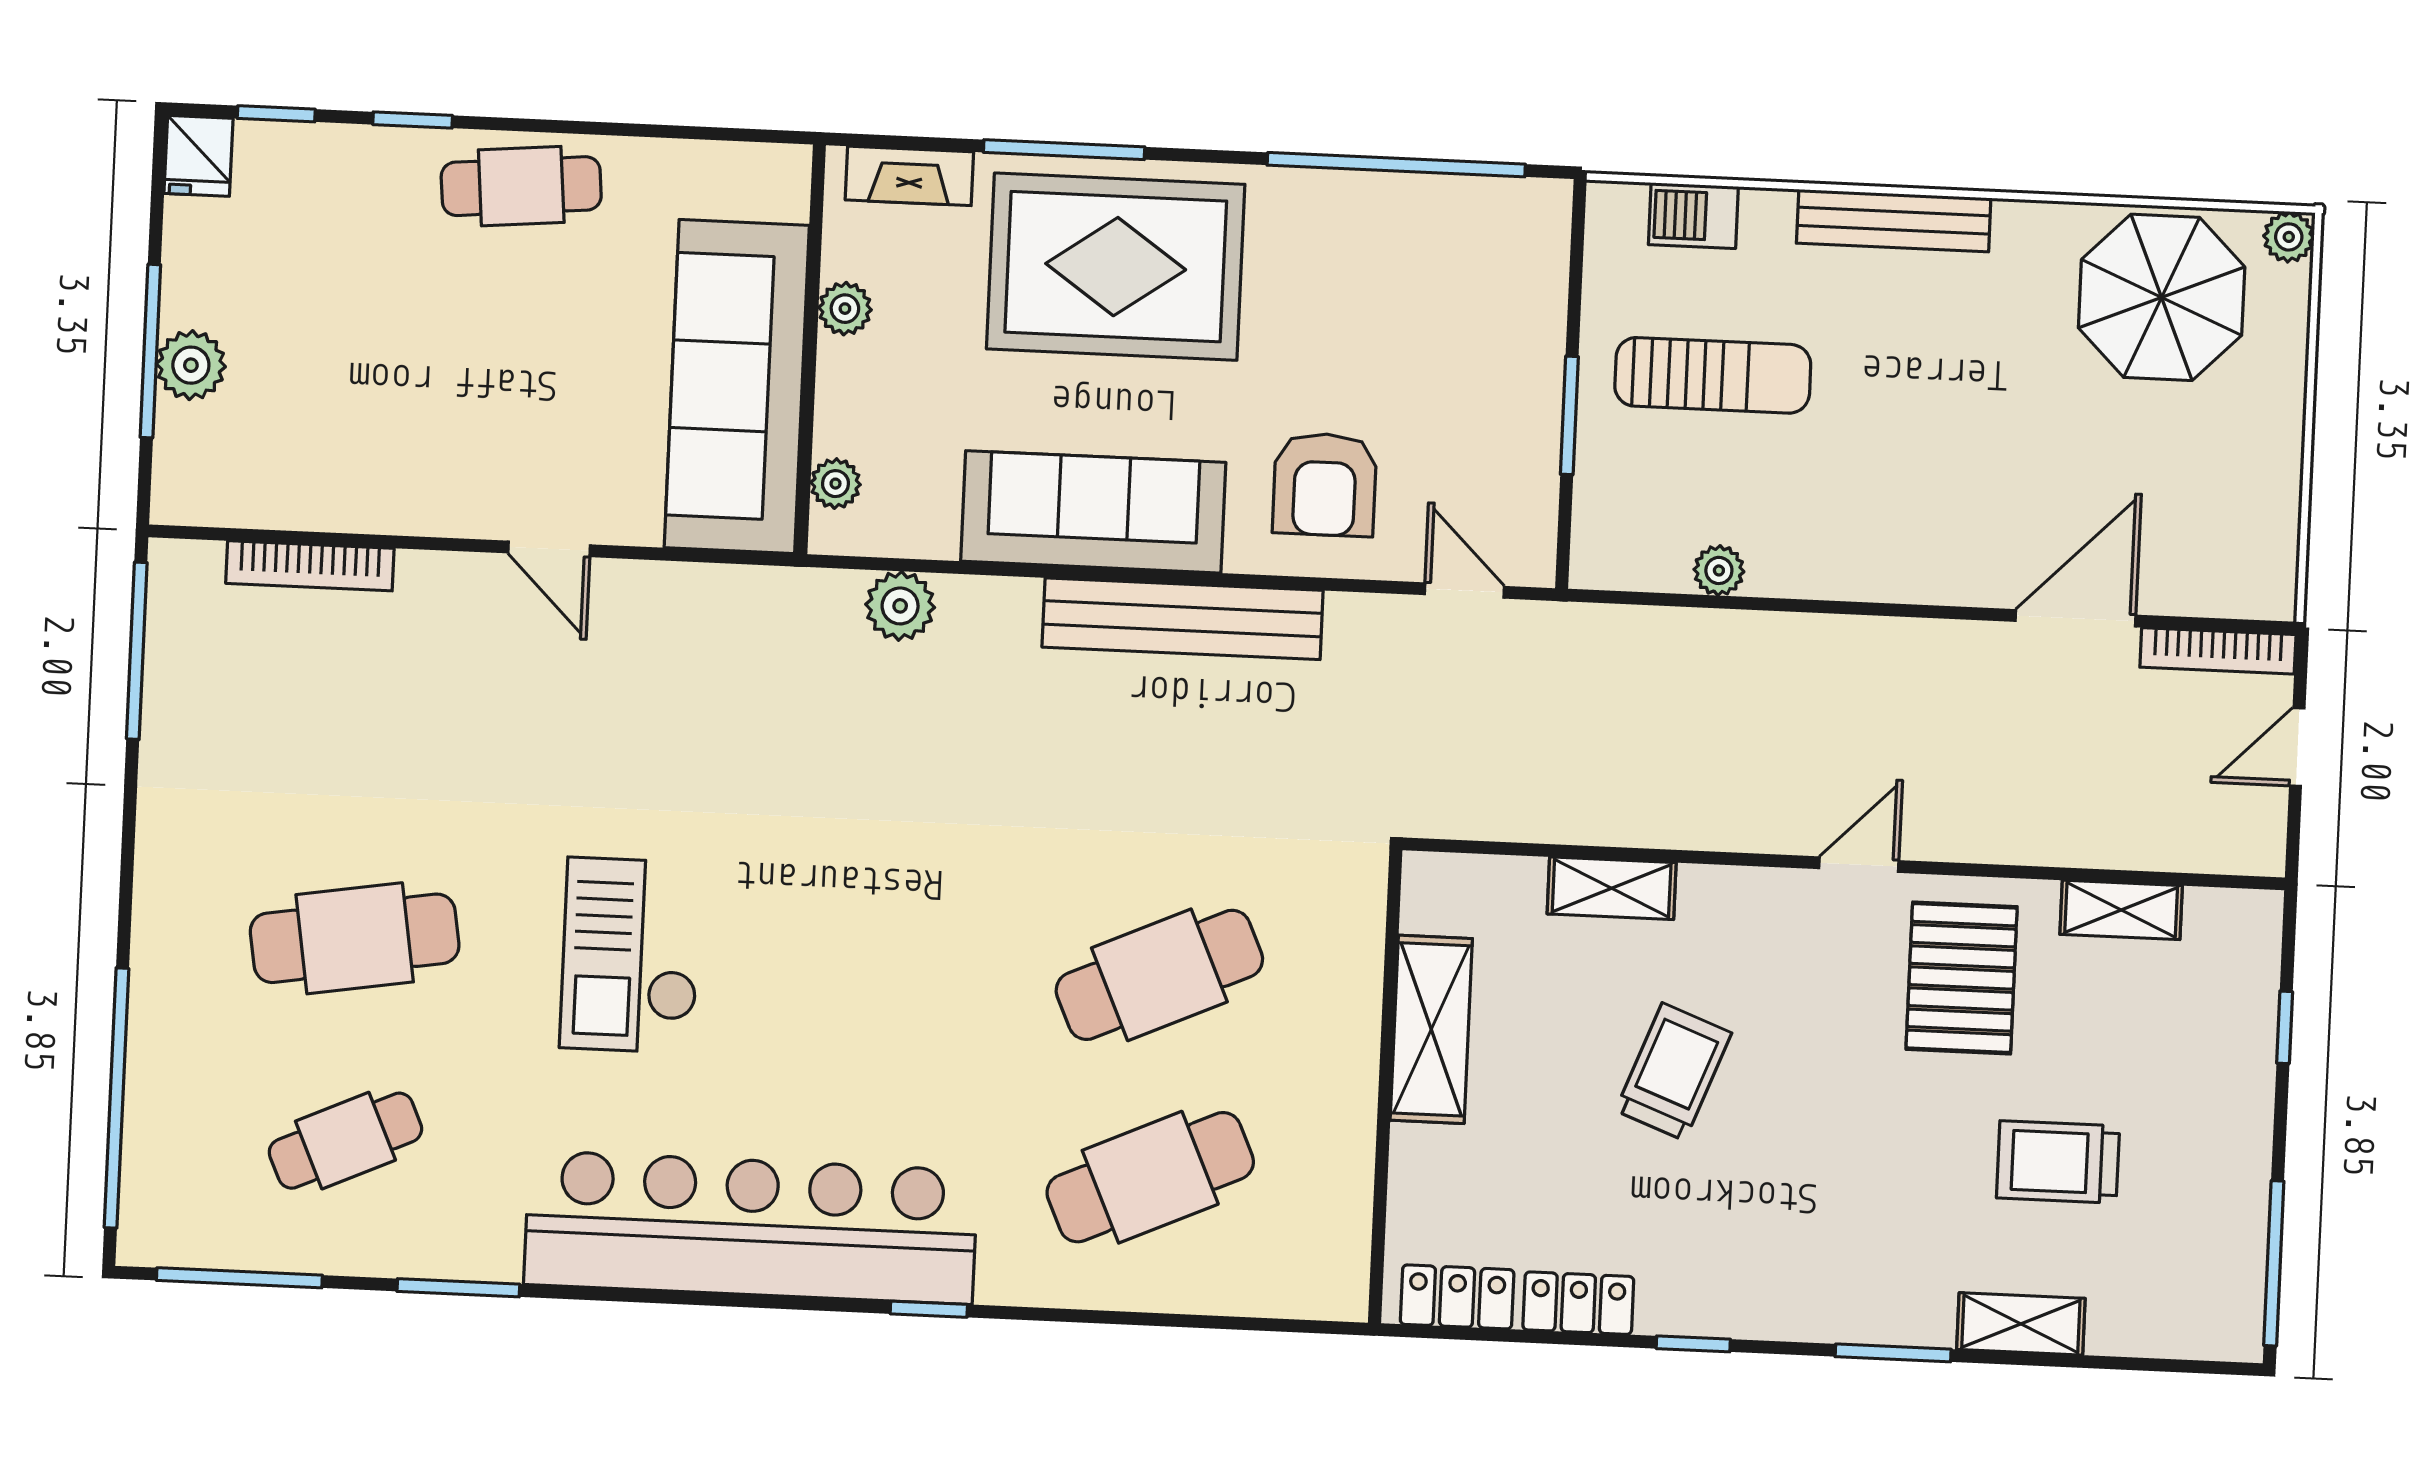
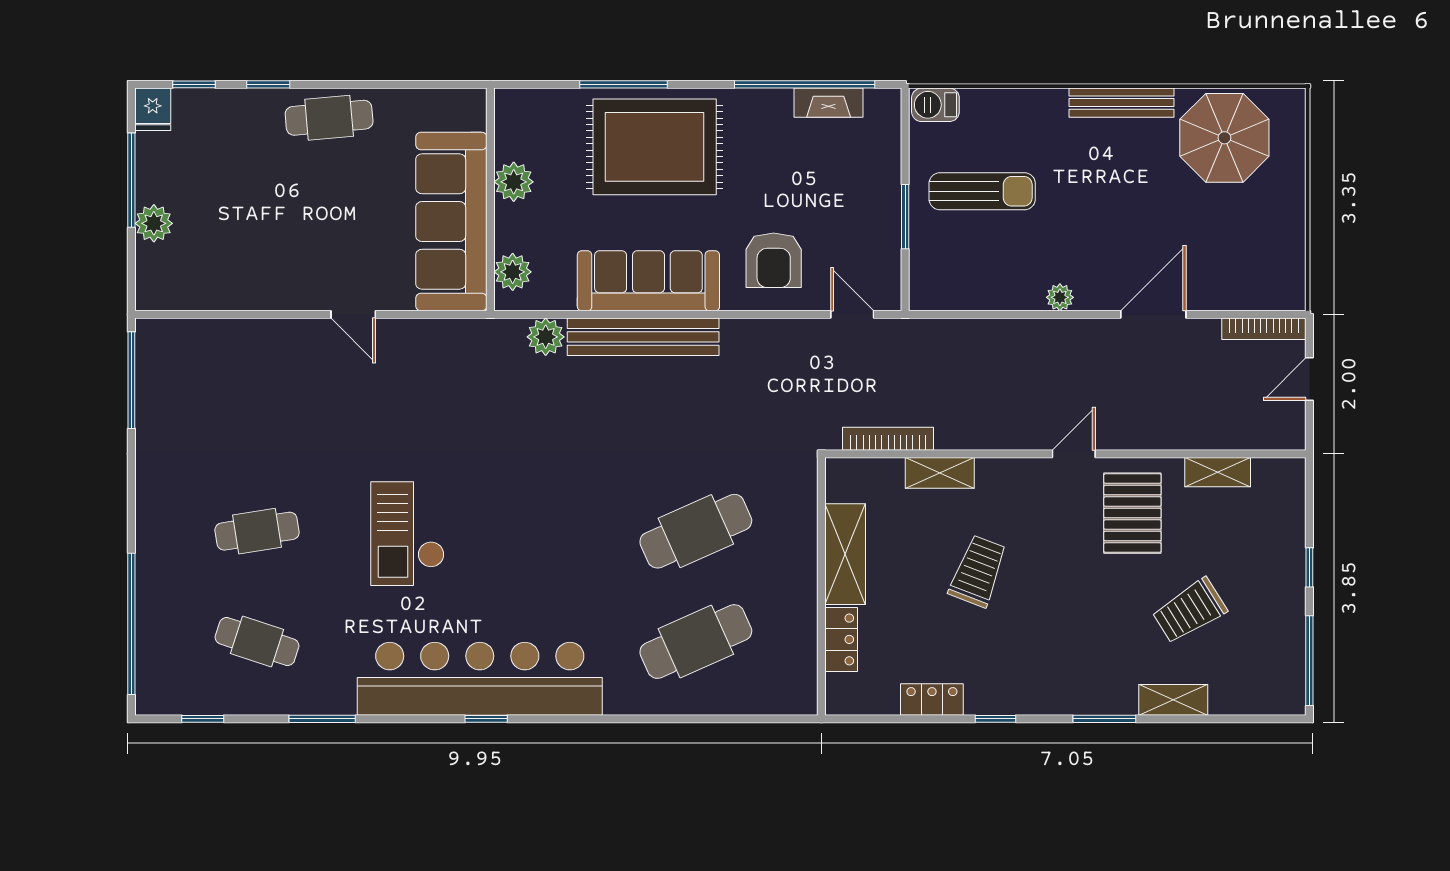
fireplace: (909, 176) -> (829, 103), moved
barbecue: (1693, 216) -> (935, 105), moved
bench: (1894, 221) -> (1122, 103), moved
plant: (2289, 237) -> (1292, 102), removed
plant: (845, 309) -> (514, 182), width x1.38, depth x1.38
window: (150, 351) -> (131, 180), moved
plant: (836, 484) -> (513, 272), width x1.38, depth x1.38
bookcase: (310, 566) -> (888, 439), moved, turned 180
plant: (1719, 570) -> (1060, 297), moved
door: (2075, 618) -> (1153, 314), moved
bench: (1183, 619) -> (643, 337), moved
cafe table: (355, 938) -> (257, 531), width x0.73, depth x0.74
window: (2285, 1027) -> (1309, 567), moved
cafe table: (345, 1141) -> (257, 642), turned 42
trolley: (2058, 1162) -> (1189, 611), turned -32
window: (239, 1278) -> (203, 719), width x0.46
locker: (1457, 1297) -> (841, 639), moved, turned 90
window: (929, 1309) -> (486, 719), moved

